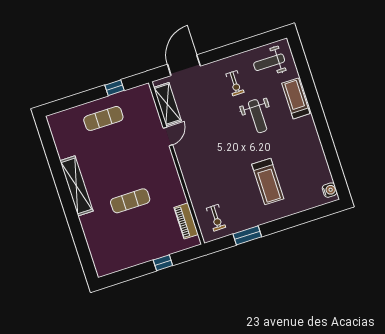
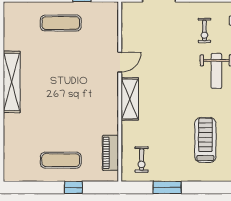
shelving: (167, 104) -> (130, 99), moved
treadmill: (268, 181) -> (205, 140), turned 180
exercise mat: (130, 201) -> (61, 160), moved

